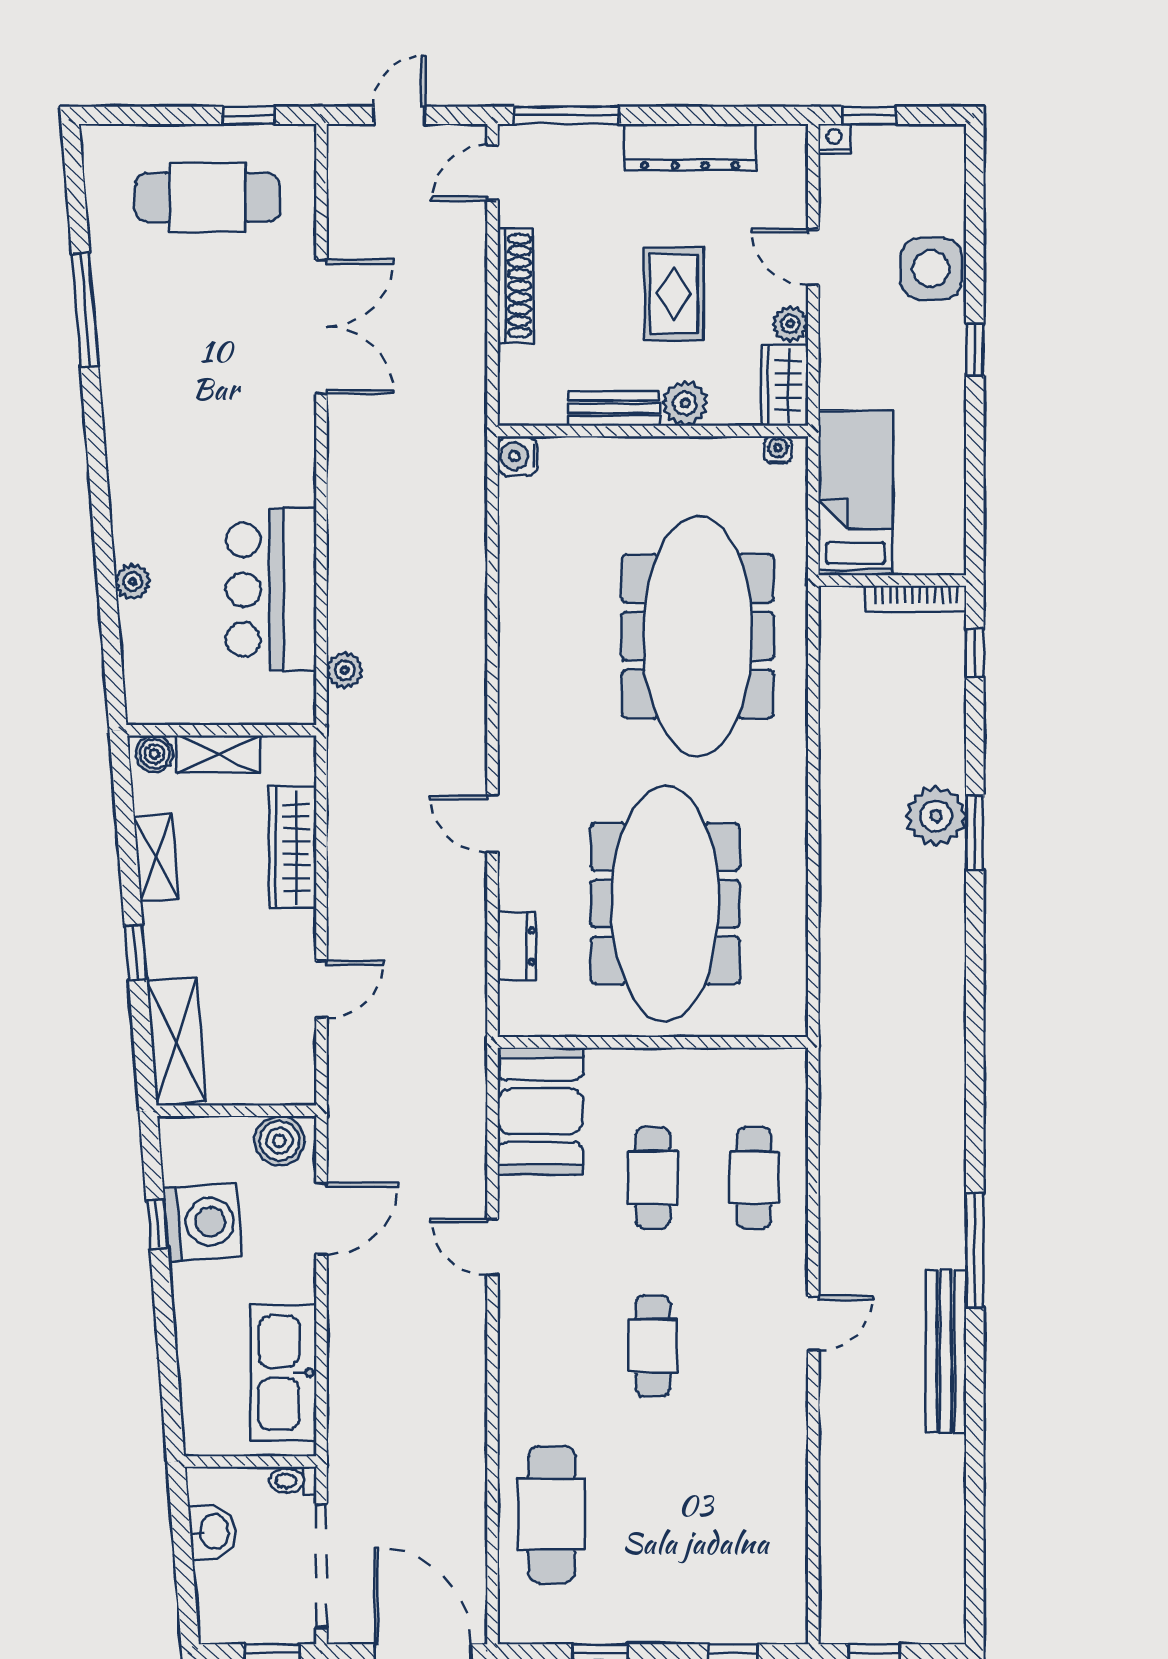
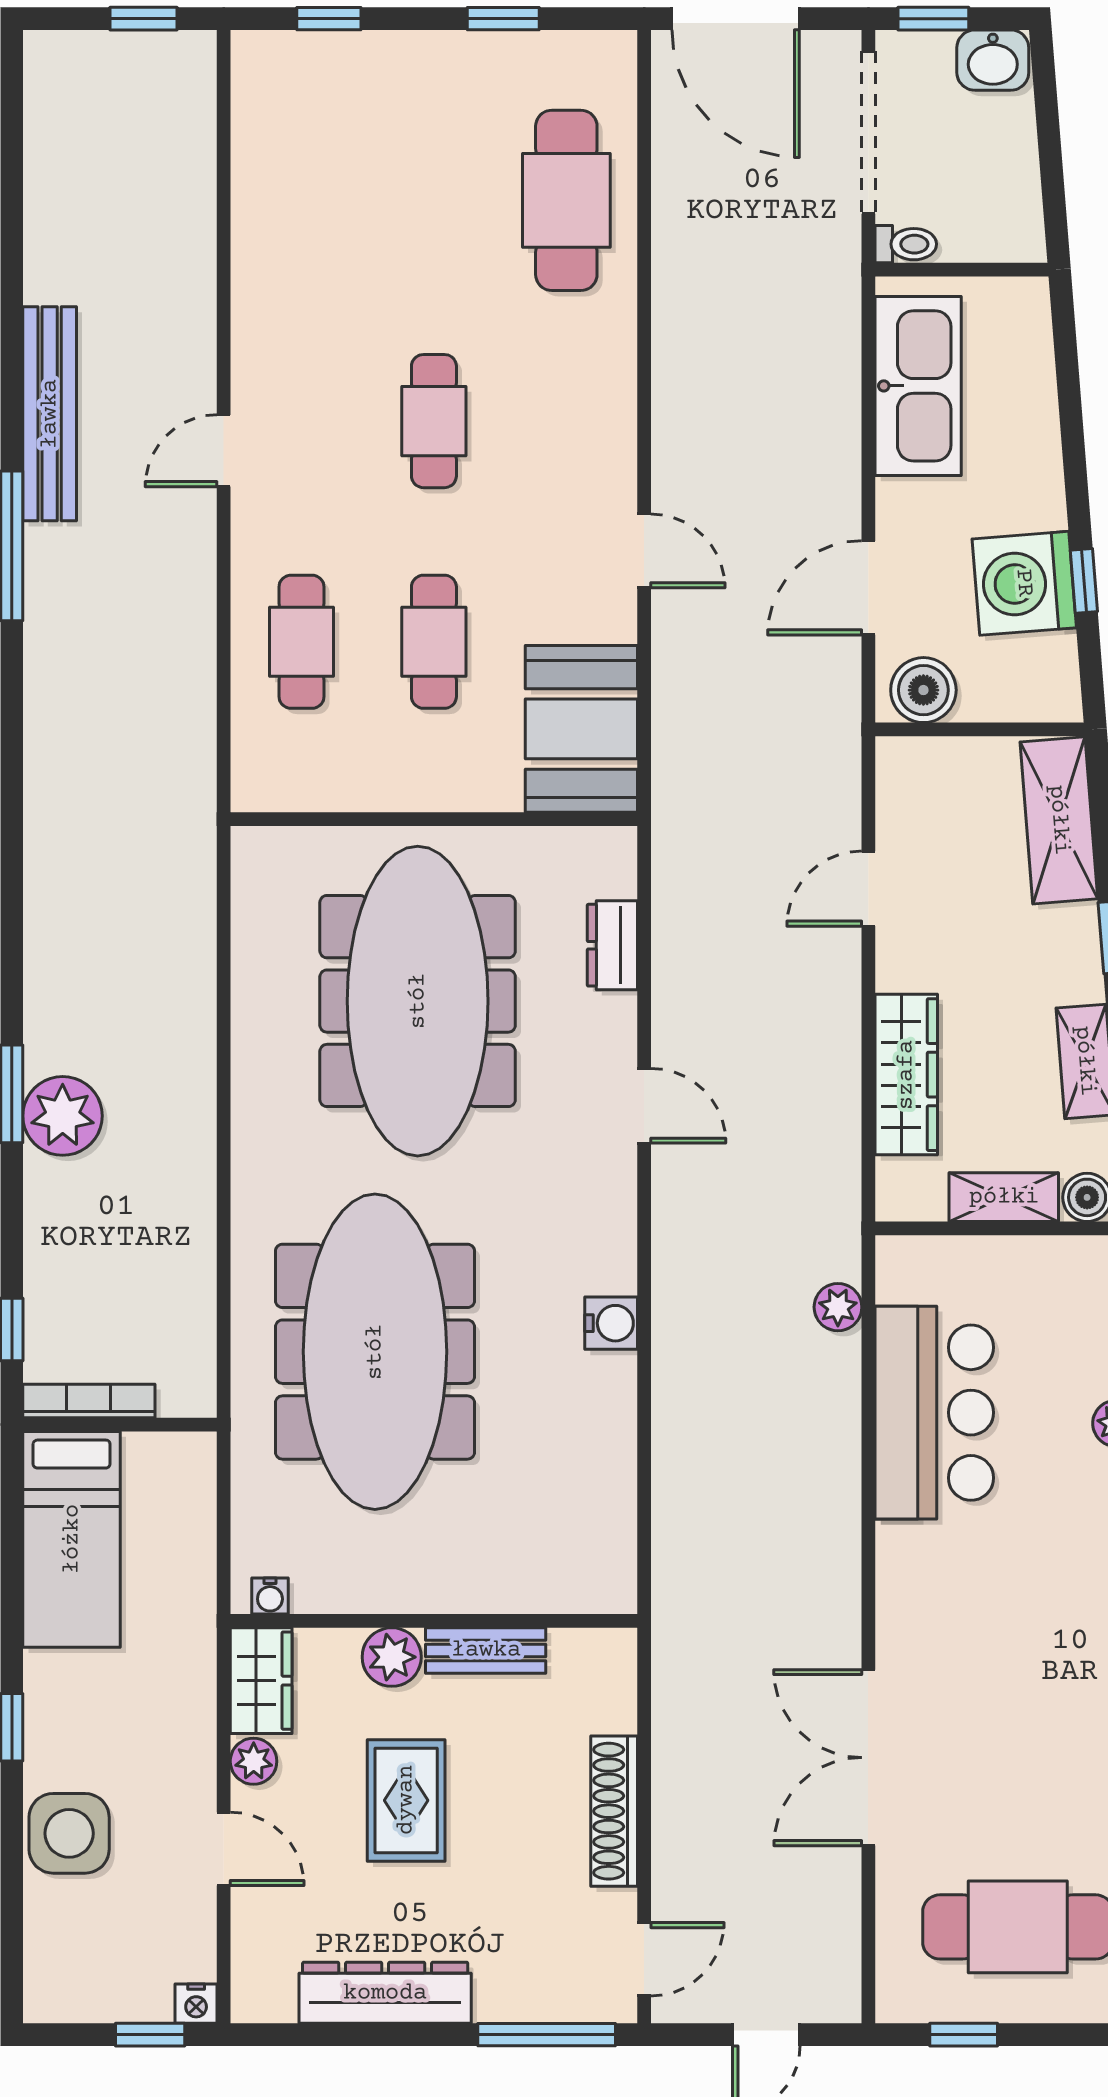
water cooler: (518, 456) -> (611, 1323), moved
bed: (855, 493) -> (72, 1539), moved
washbasin: (213, 1532) -> (993, 60), moved, turned -85

